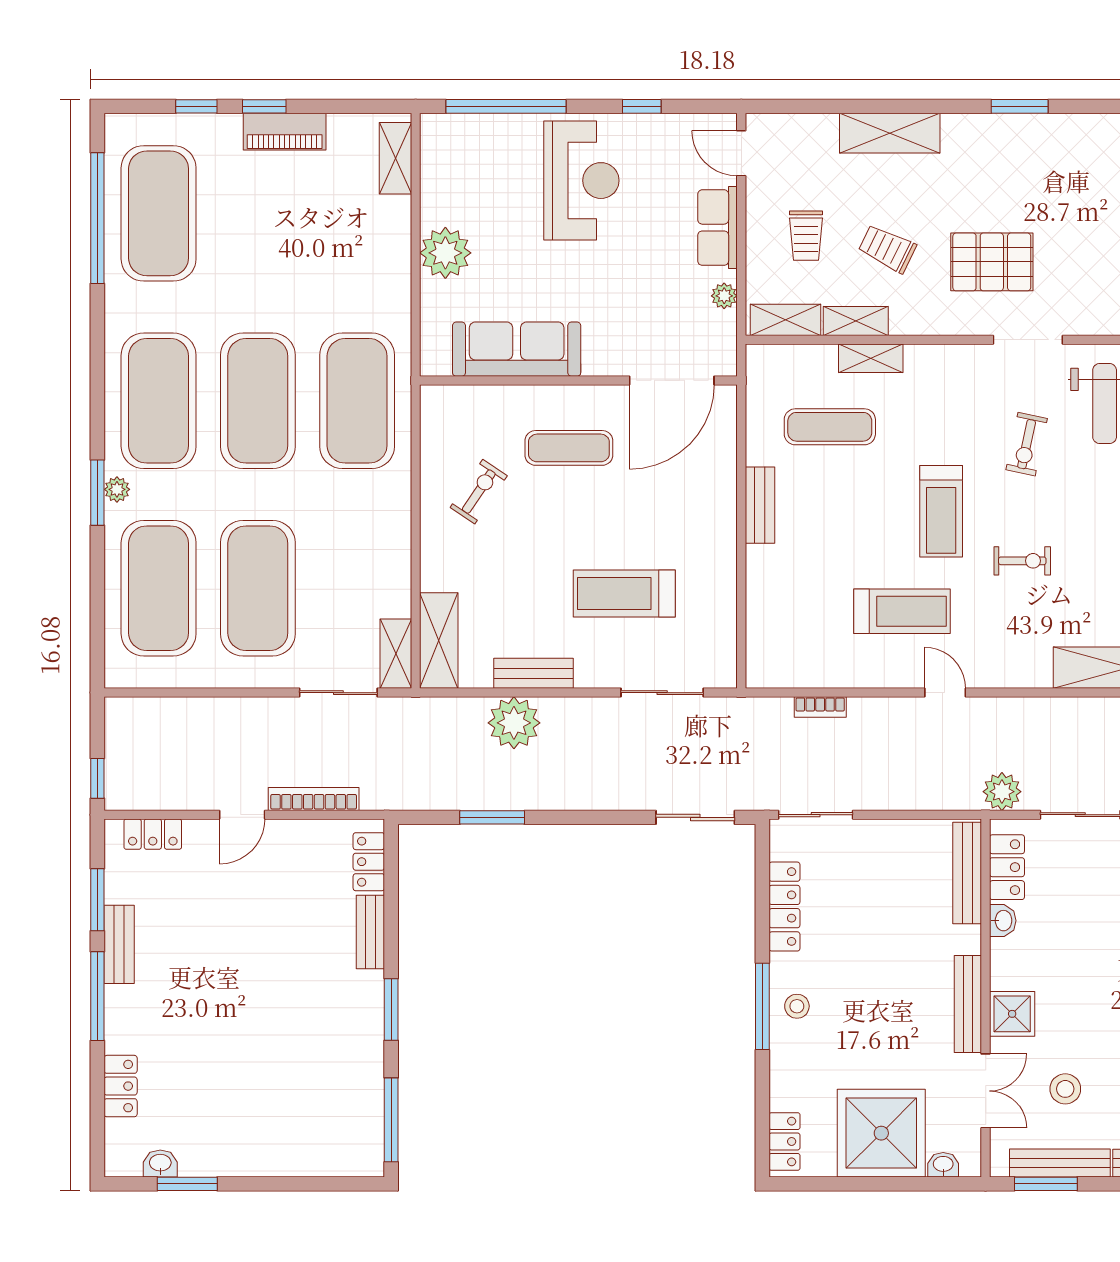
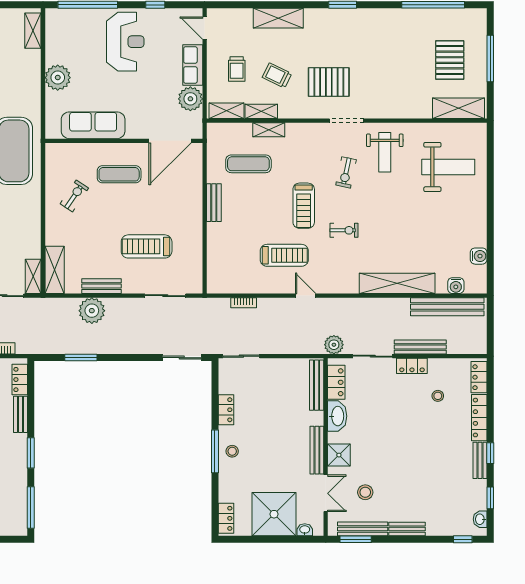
plant: (724, 296) -> (190, 99), width x1.87, depth x1.87
locker: (784, 907) -> (226, 410), width x0.66
washbasin: (1003, 921) -> (337, 416), width x1.91, depth x1.45

